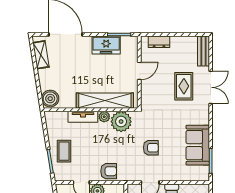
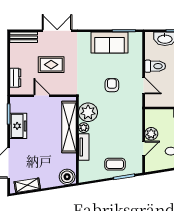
rug: (184, 86) -> (51, 65), moved
armchair: (109, 171) -> (133, 124), removed

